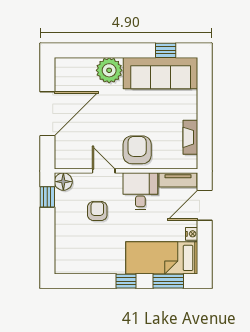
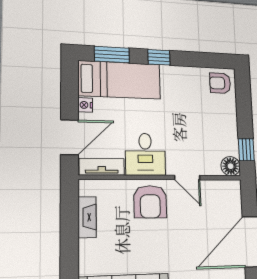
armchair: (97, 211) -> (220, 83), moved, turned 90

